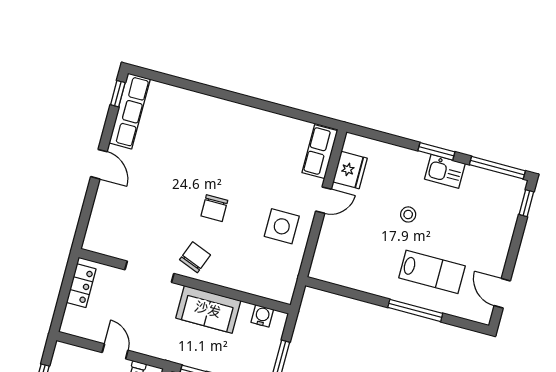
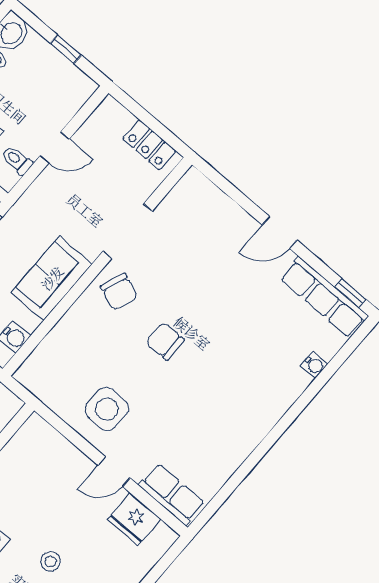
water cooler: (181, 95) -> (314, 365), added
door: (323, 200) -> (114, 472), hinge flipped

